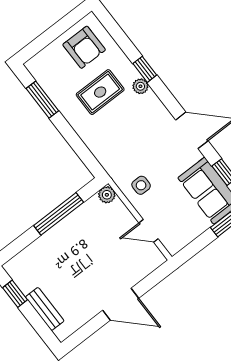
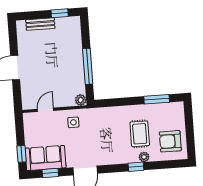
plant: (140, 86) -> (144, 157), moved

